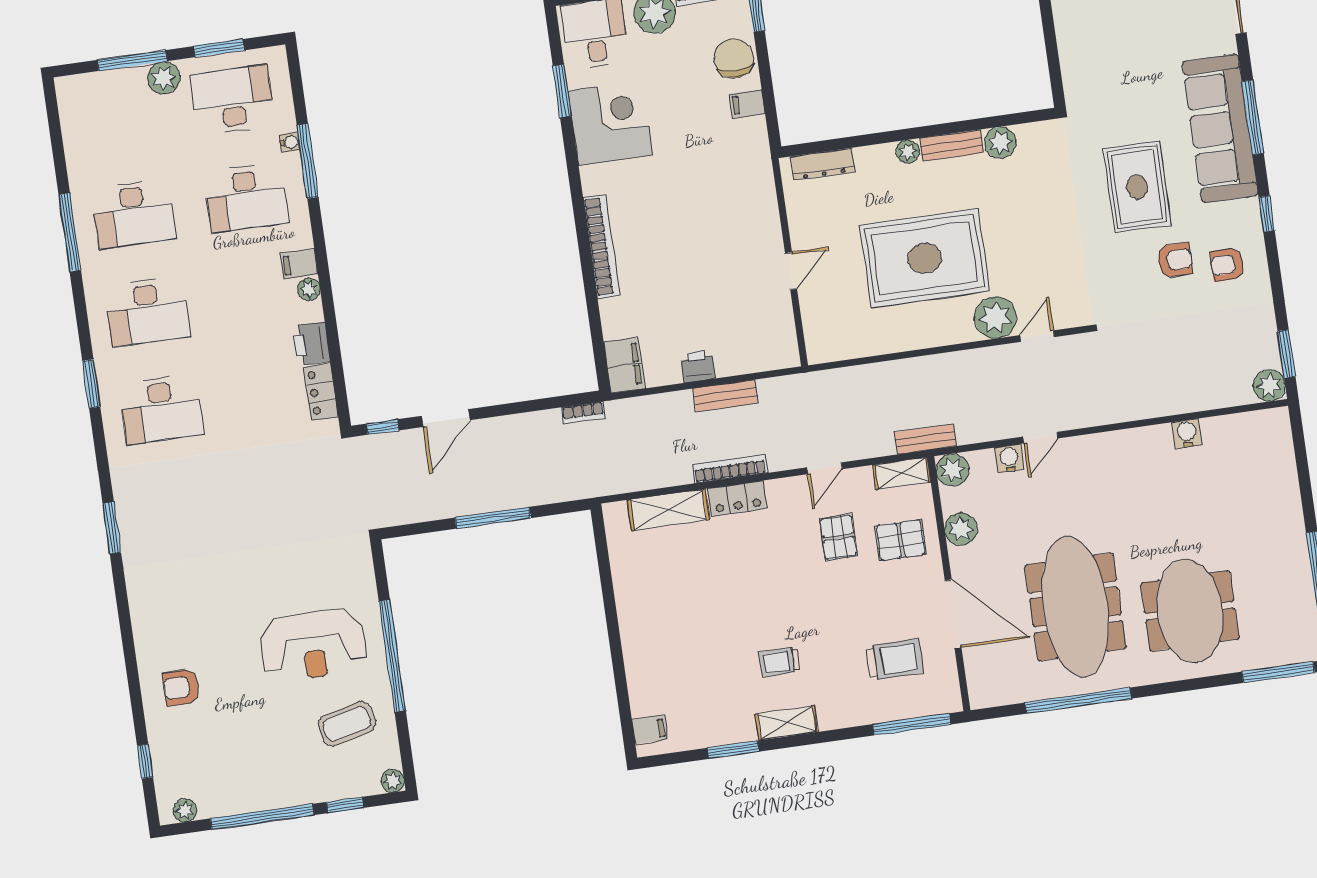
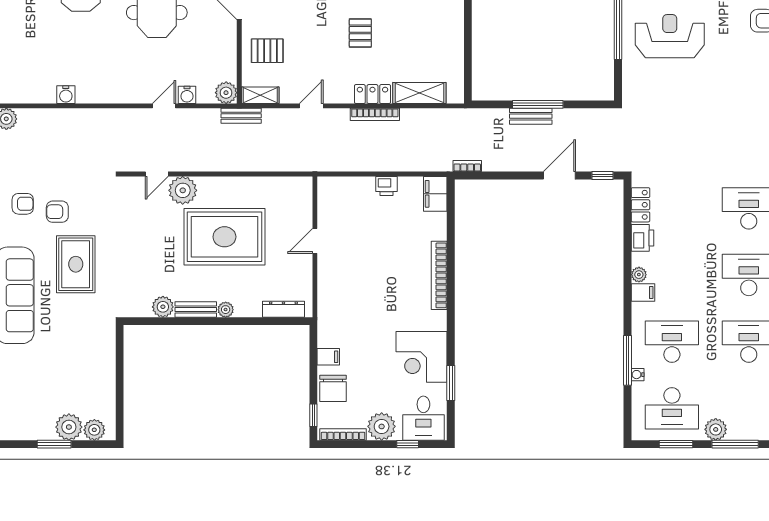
bench: (725, 396) -> (531, 116), moved
plant: (961, 529) -> (226, 52), removed
pallet: (838, 537) -> (360, 33), moved

